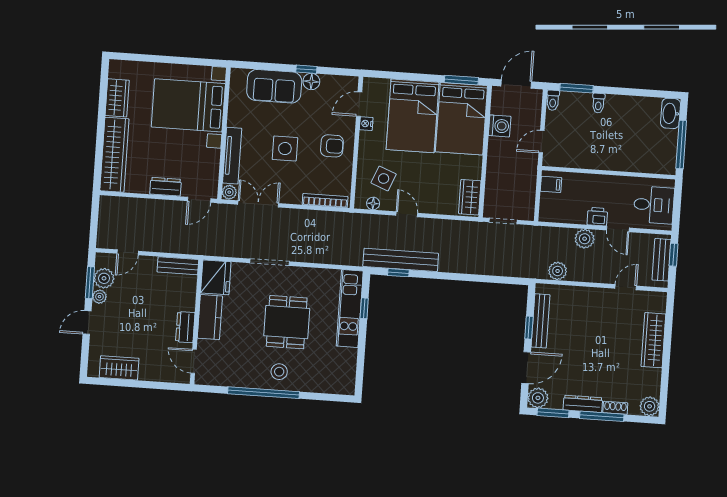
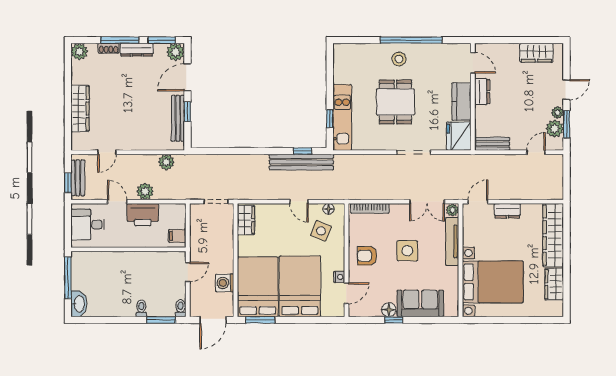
printer: (597, 217) -> (143, 215), width x1.87, depth x1.48

